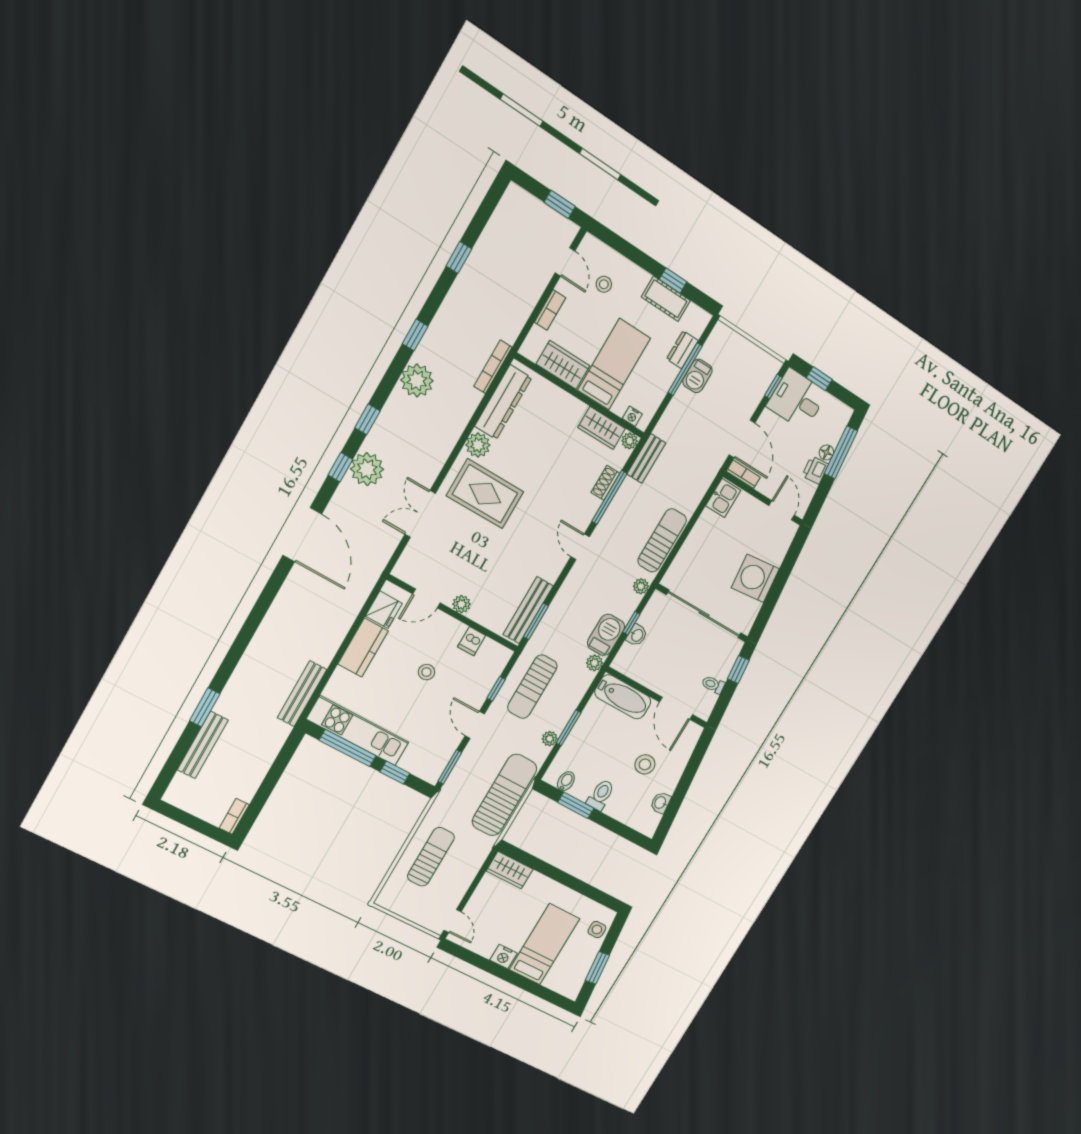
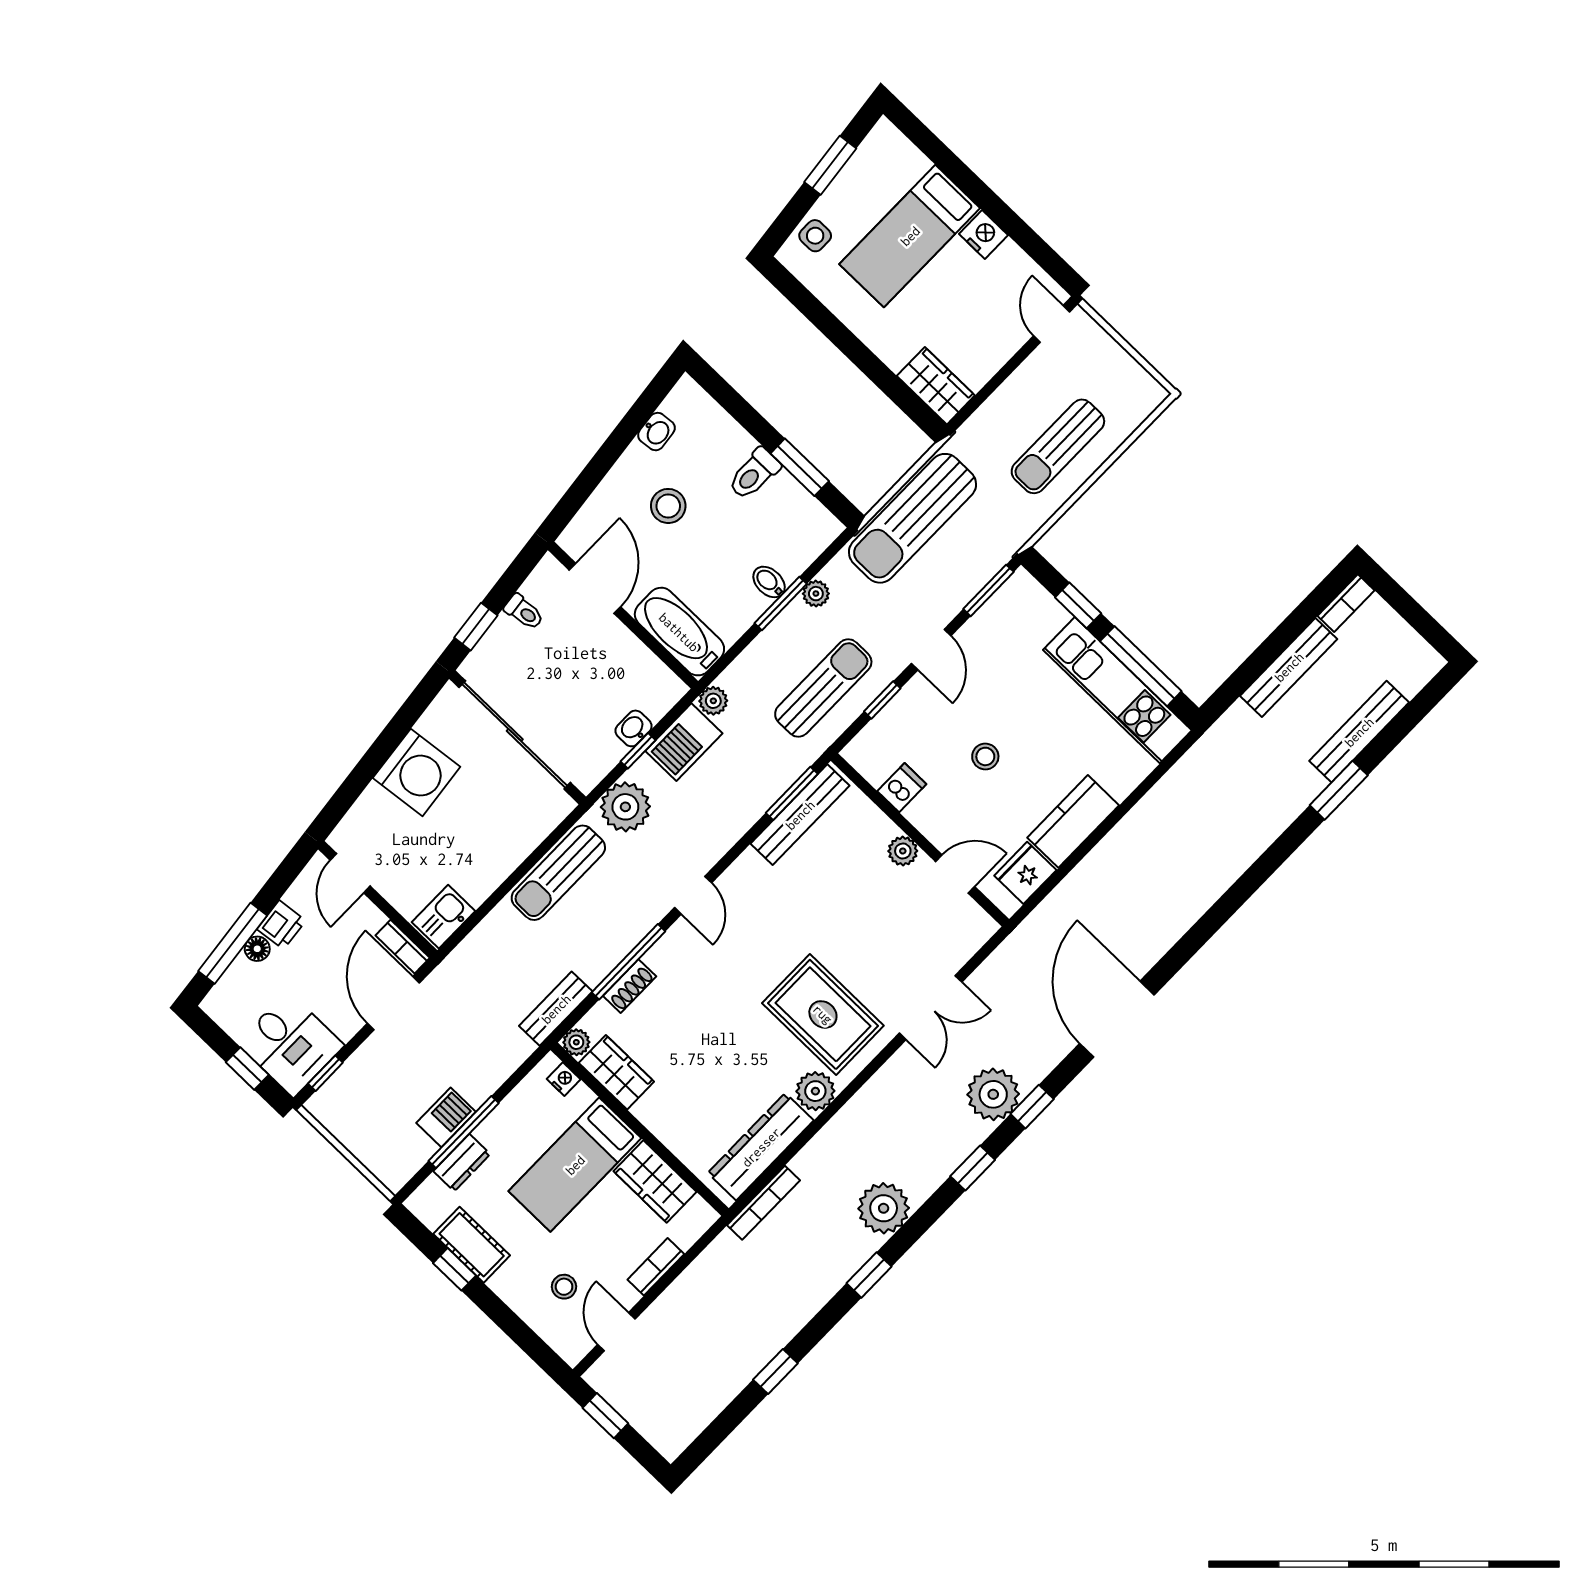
plant: (641, 586) -> (625, 807), width x1.88, depth x1.88
bench: (302, 694) -> (1289, 667), moved
bidet: (566, 781) -> (769, 582), moved, turned 90

